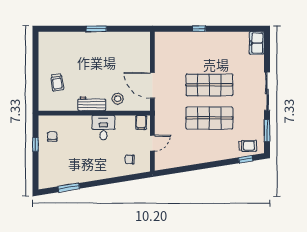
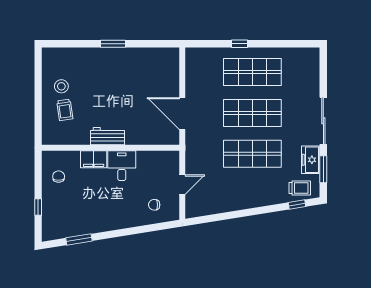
freezer: (257, 43) -> (311, 160), moved
shop shelf: (209, 52) -> (252, 72), added
stool: (118, 99) -> (61, 86), moved
filing cabinet: (141, 122) -> (94, 159), moved, width x2.00
window: (36, 144) -> (38, 207), moved

